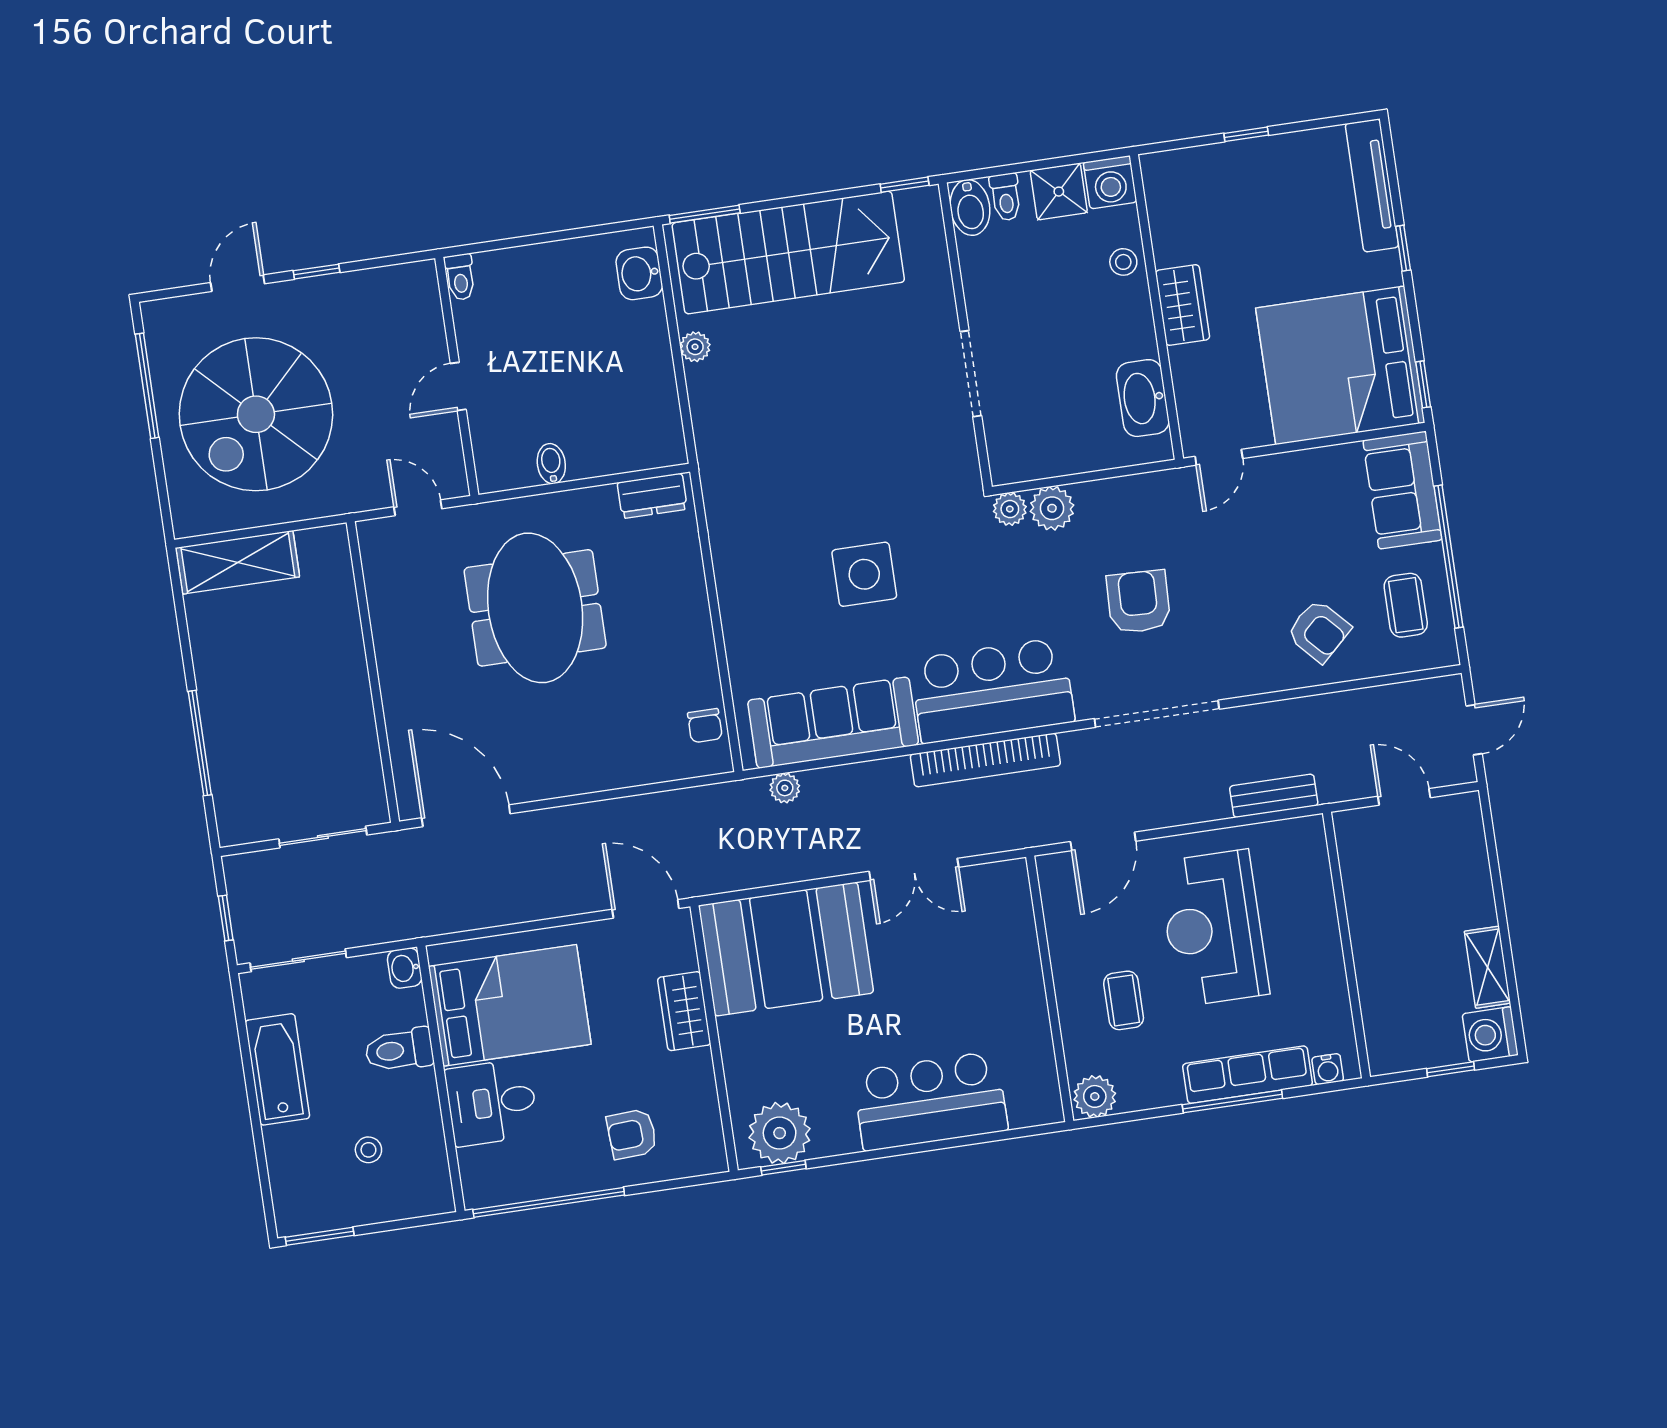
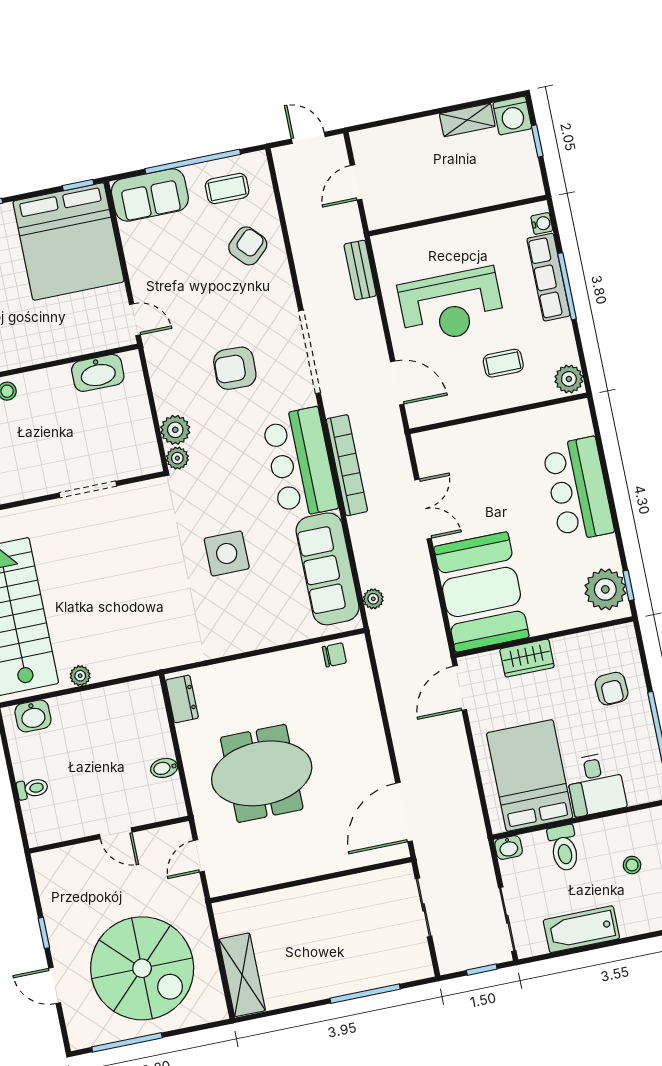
toilet: (460, 277) -> (32, 789), moved
wardrobe: (1183, 305) -> (34, 350), removed

